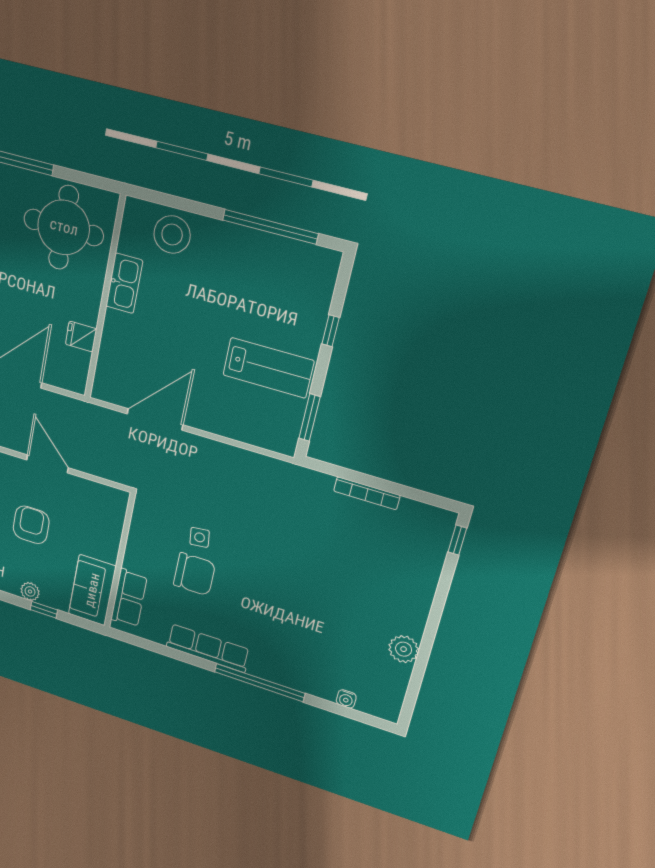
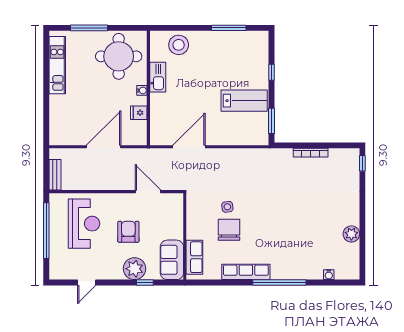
window: (270, 227) -> (229, 28), width x0.68
water cooler: (93, 299) -> (142, 90), added
door: (47, 464) -> (148, 192), moved
chair: (194, 574) -> (229, 230), turned -90
plant: (30, 591) -> (134, 269), width x1.87, depth x1.87

